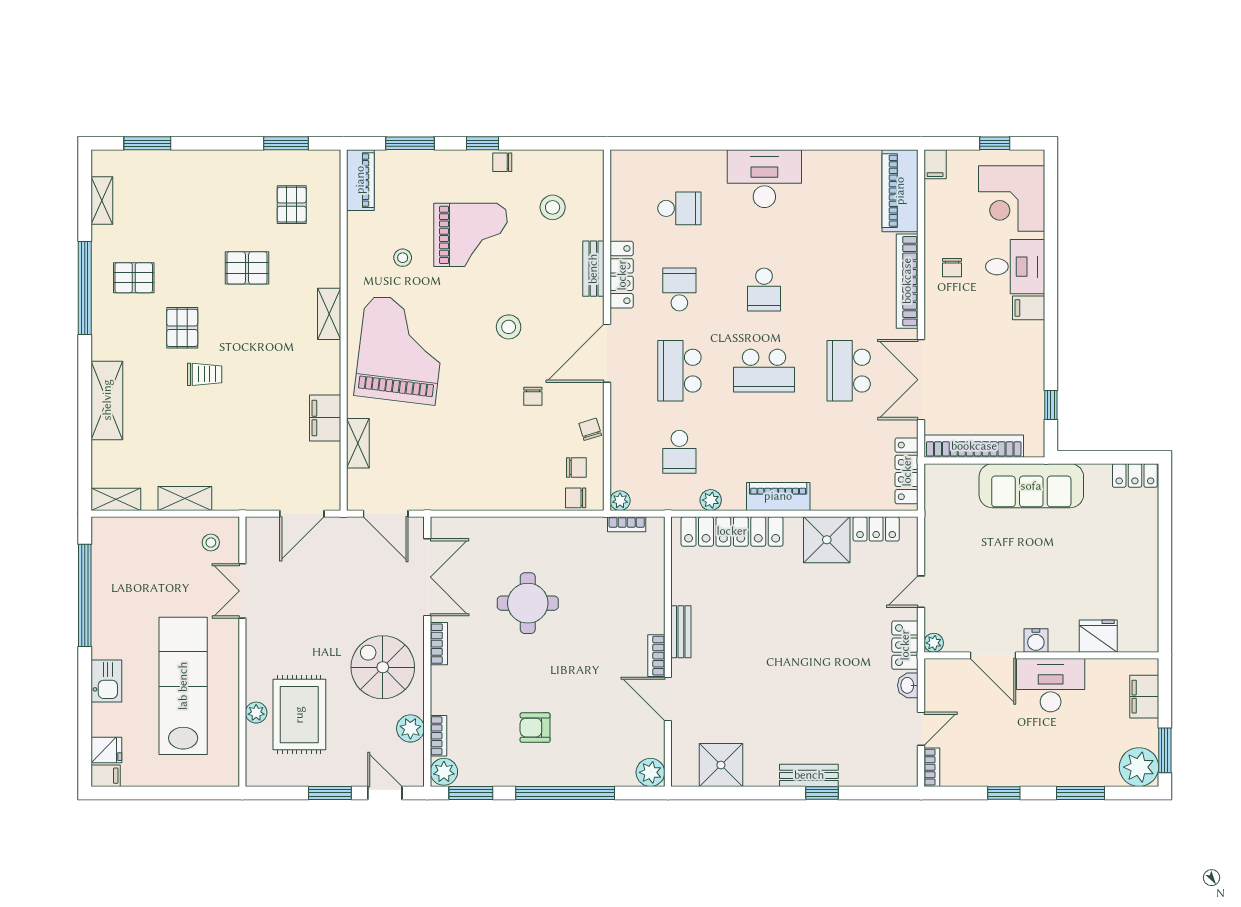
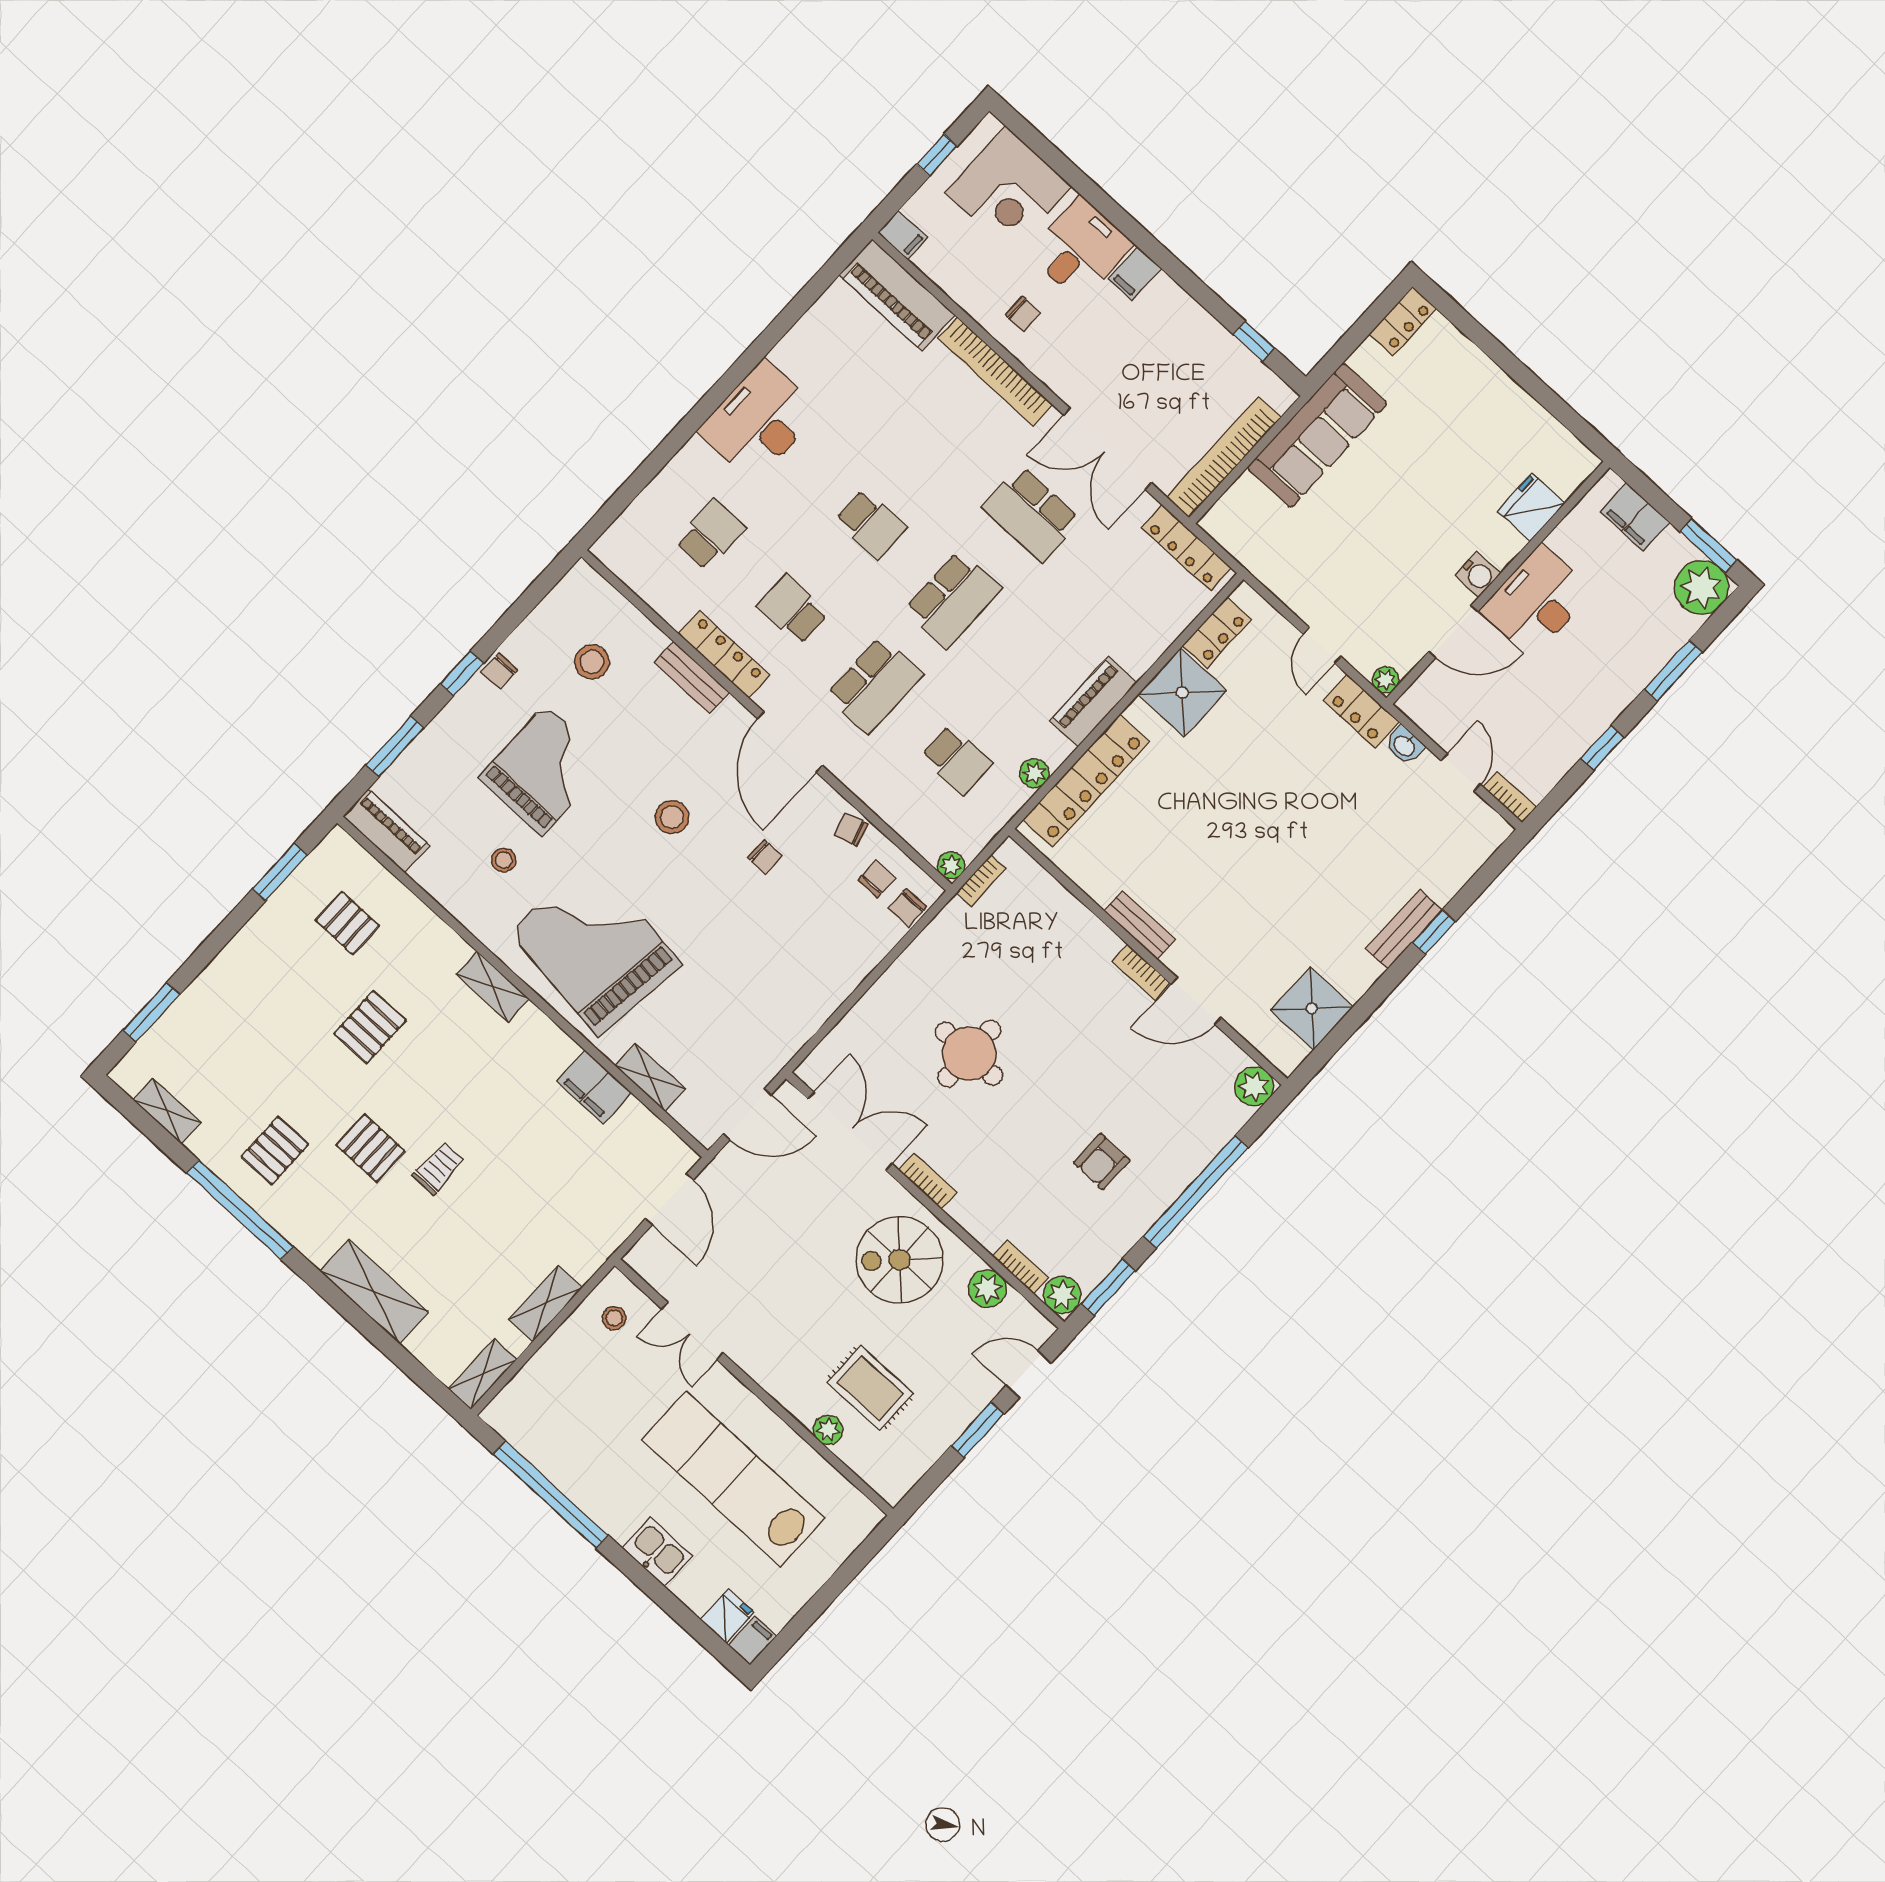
school desk: (679, 371) -> (875, 685), turned -90
rug: (299, 715) -> (870, 1388), width x0.73, depth x0.70

